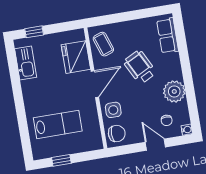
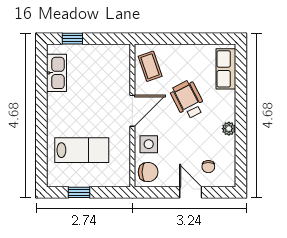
fridge: (76, 57) -> (116, 76), removed
plant: (174, 91) -> (229, 129), width x0.53, depth x0.53
water cooler: (187, 130) -> (230, 181), removed

